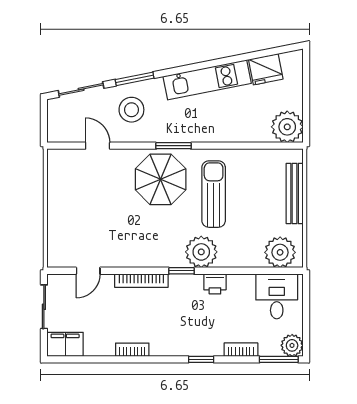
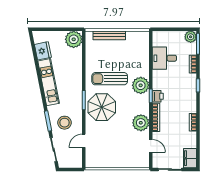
plant: (280, 252) -> (141, 123), moved
printer: (215, 284) -> (158, 96), moved
desk: (277, 296) -> (164, 58), moved

